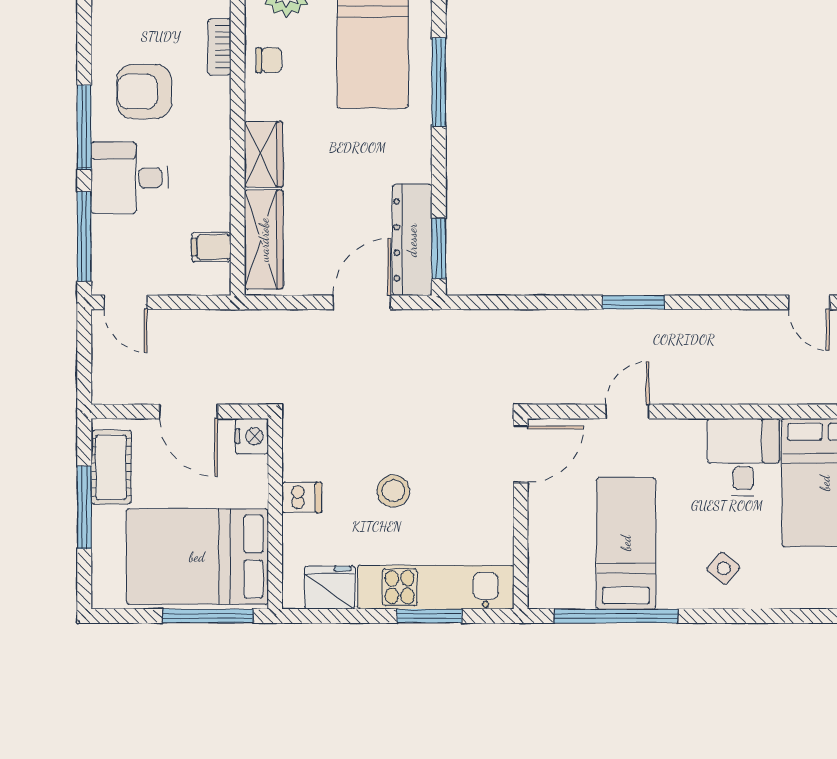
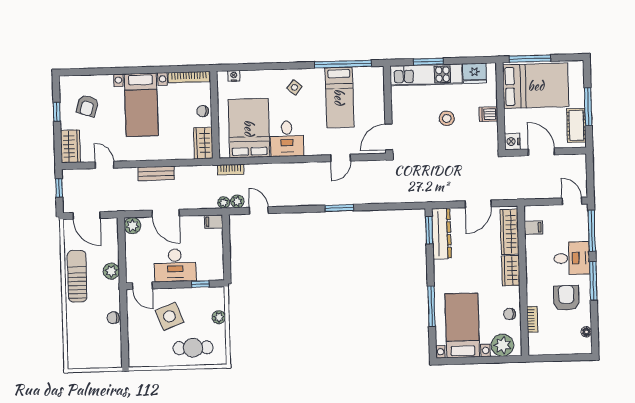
floor lamp: (103, 16) -> (586, 332), added
armchair: (144, 92) -> (566, 298), turned -90
door: (362, 302) -> (478, 204), moved

